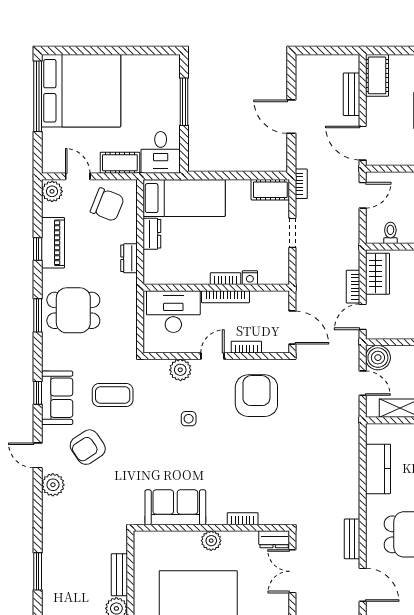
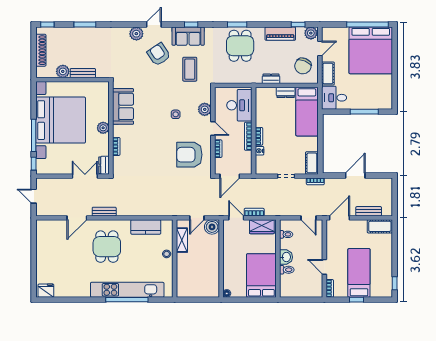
window: (38, 249) -> (298, 25), moved
armchair: (256, 396) -> (189, 155), turned 180

